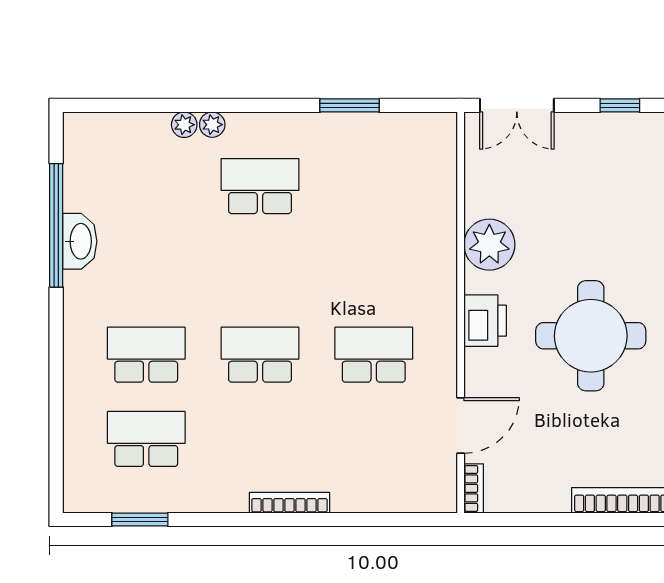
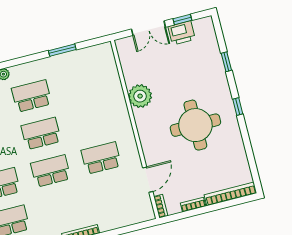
double door: (517, 105) -> (148, 28), moved
school desk: (260, 270) -> (41, 133), added
printer: (485, 321) -> (182, 33), moved, turned 90
bookcase: (543, 503) -> (193, 205), added

